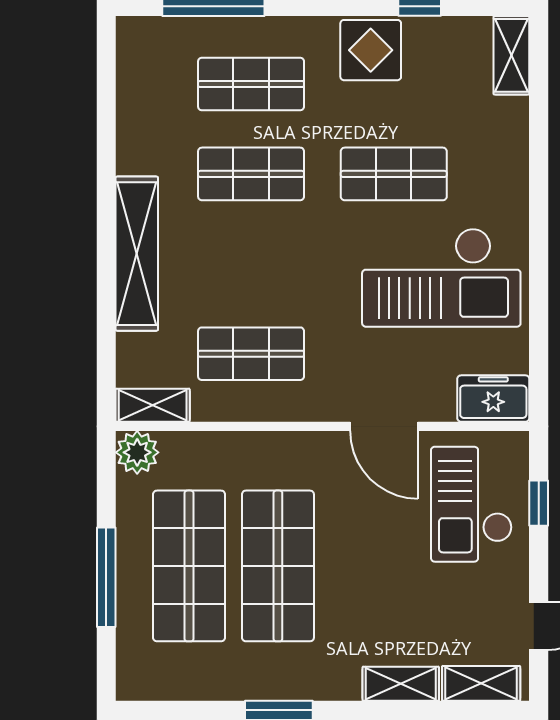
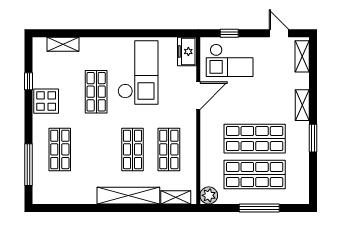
shelving: (511, 55) -> (63, 44), moved
shop shelf: (251, 174) -> (132, 149), moved
shelving: (153, 405) -> (176, 197), moved, turned 90
shelving: (401, 684) -> (302, 105), moved

